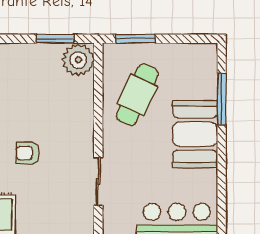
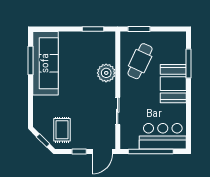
plant: (78, 60) -> (106, 73), moved
armchair: (28, 153) -> (77, 94), removed

